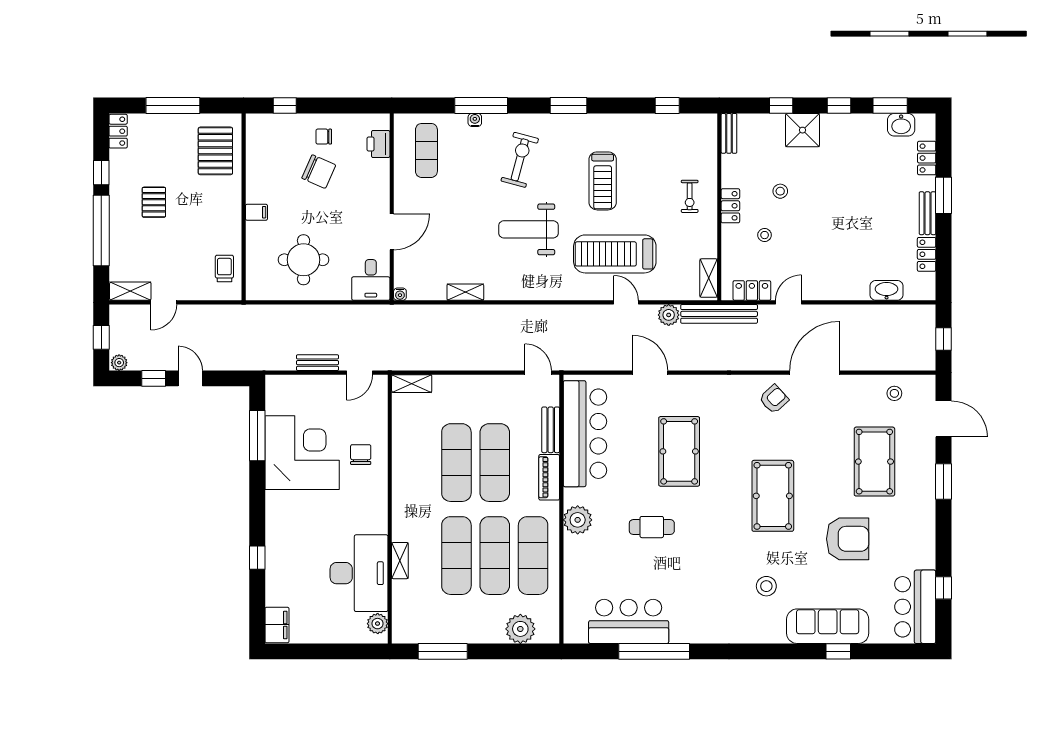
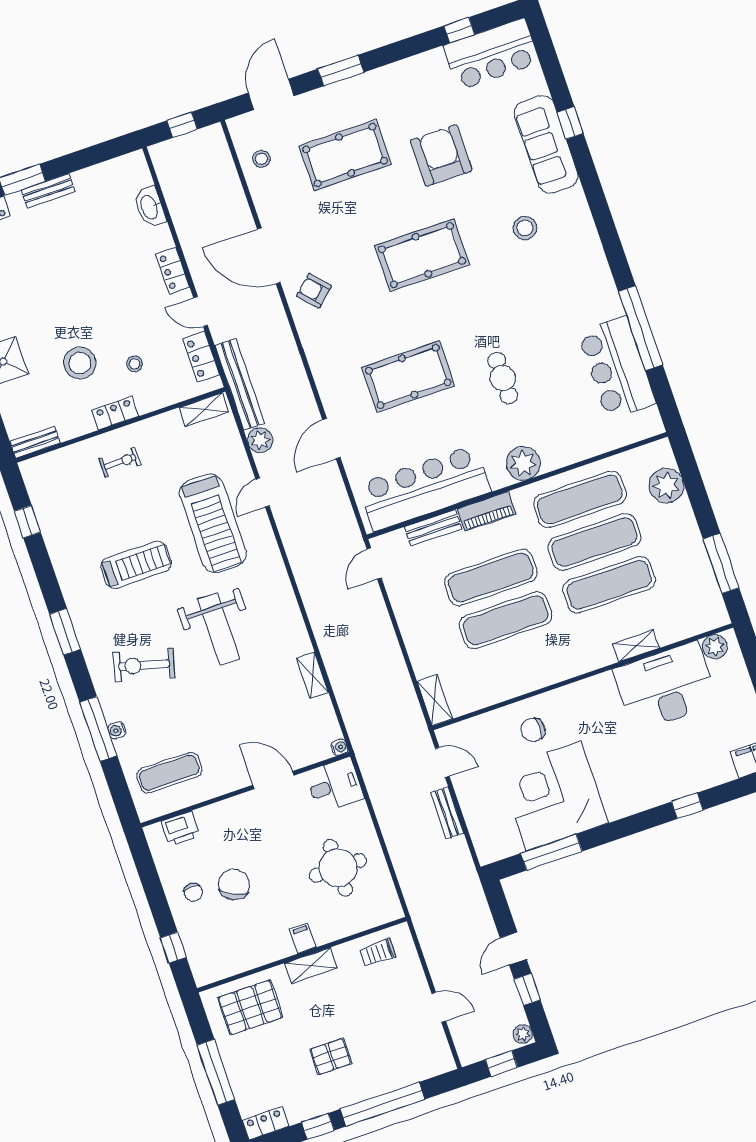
stool: (780, 191) -> (80, 363), width x1.89, depth x1.89
locker: (927, 254) -> (173, 271), moved, turned 90
shelving: (130, 291) -> (311, 966), moved, turned 90

